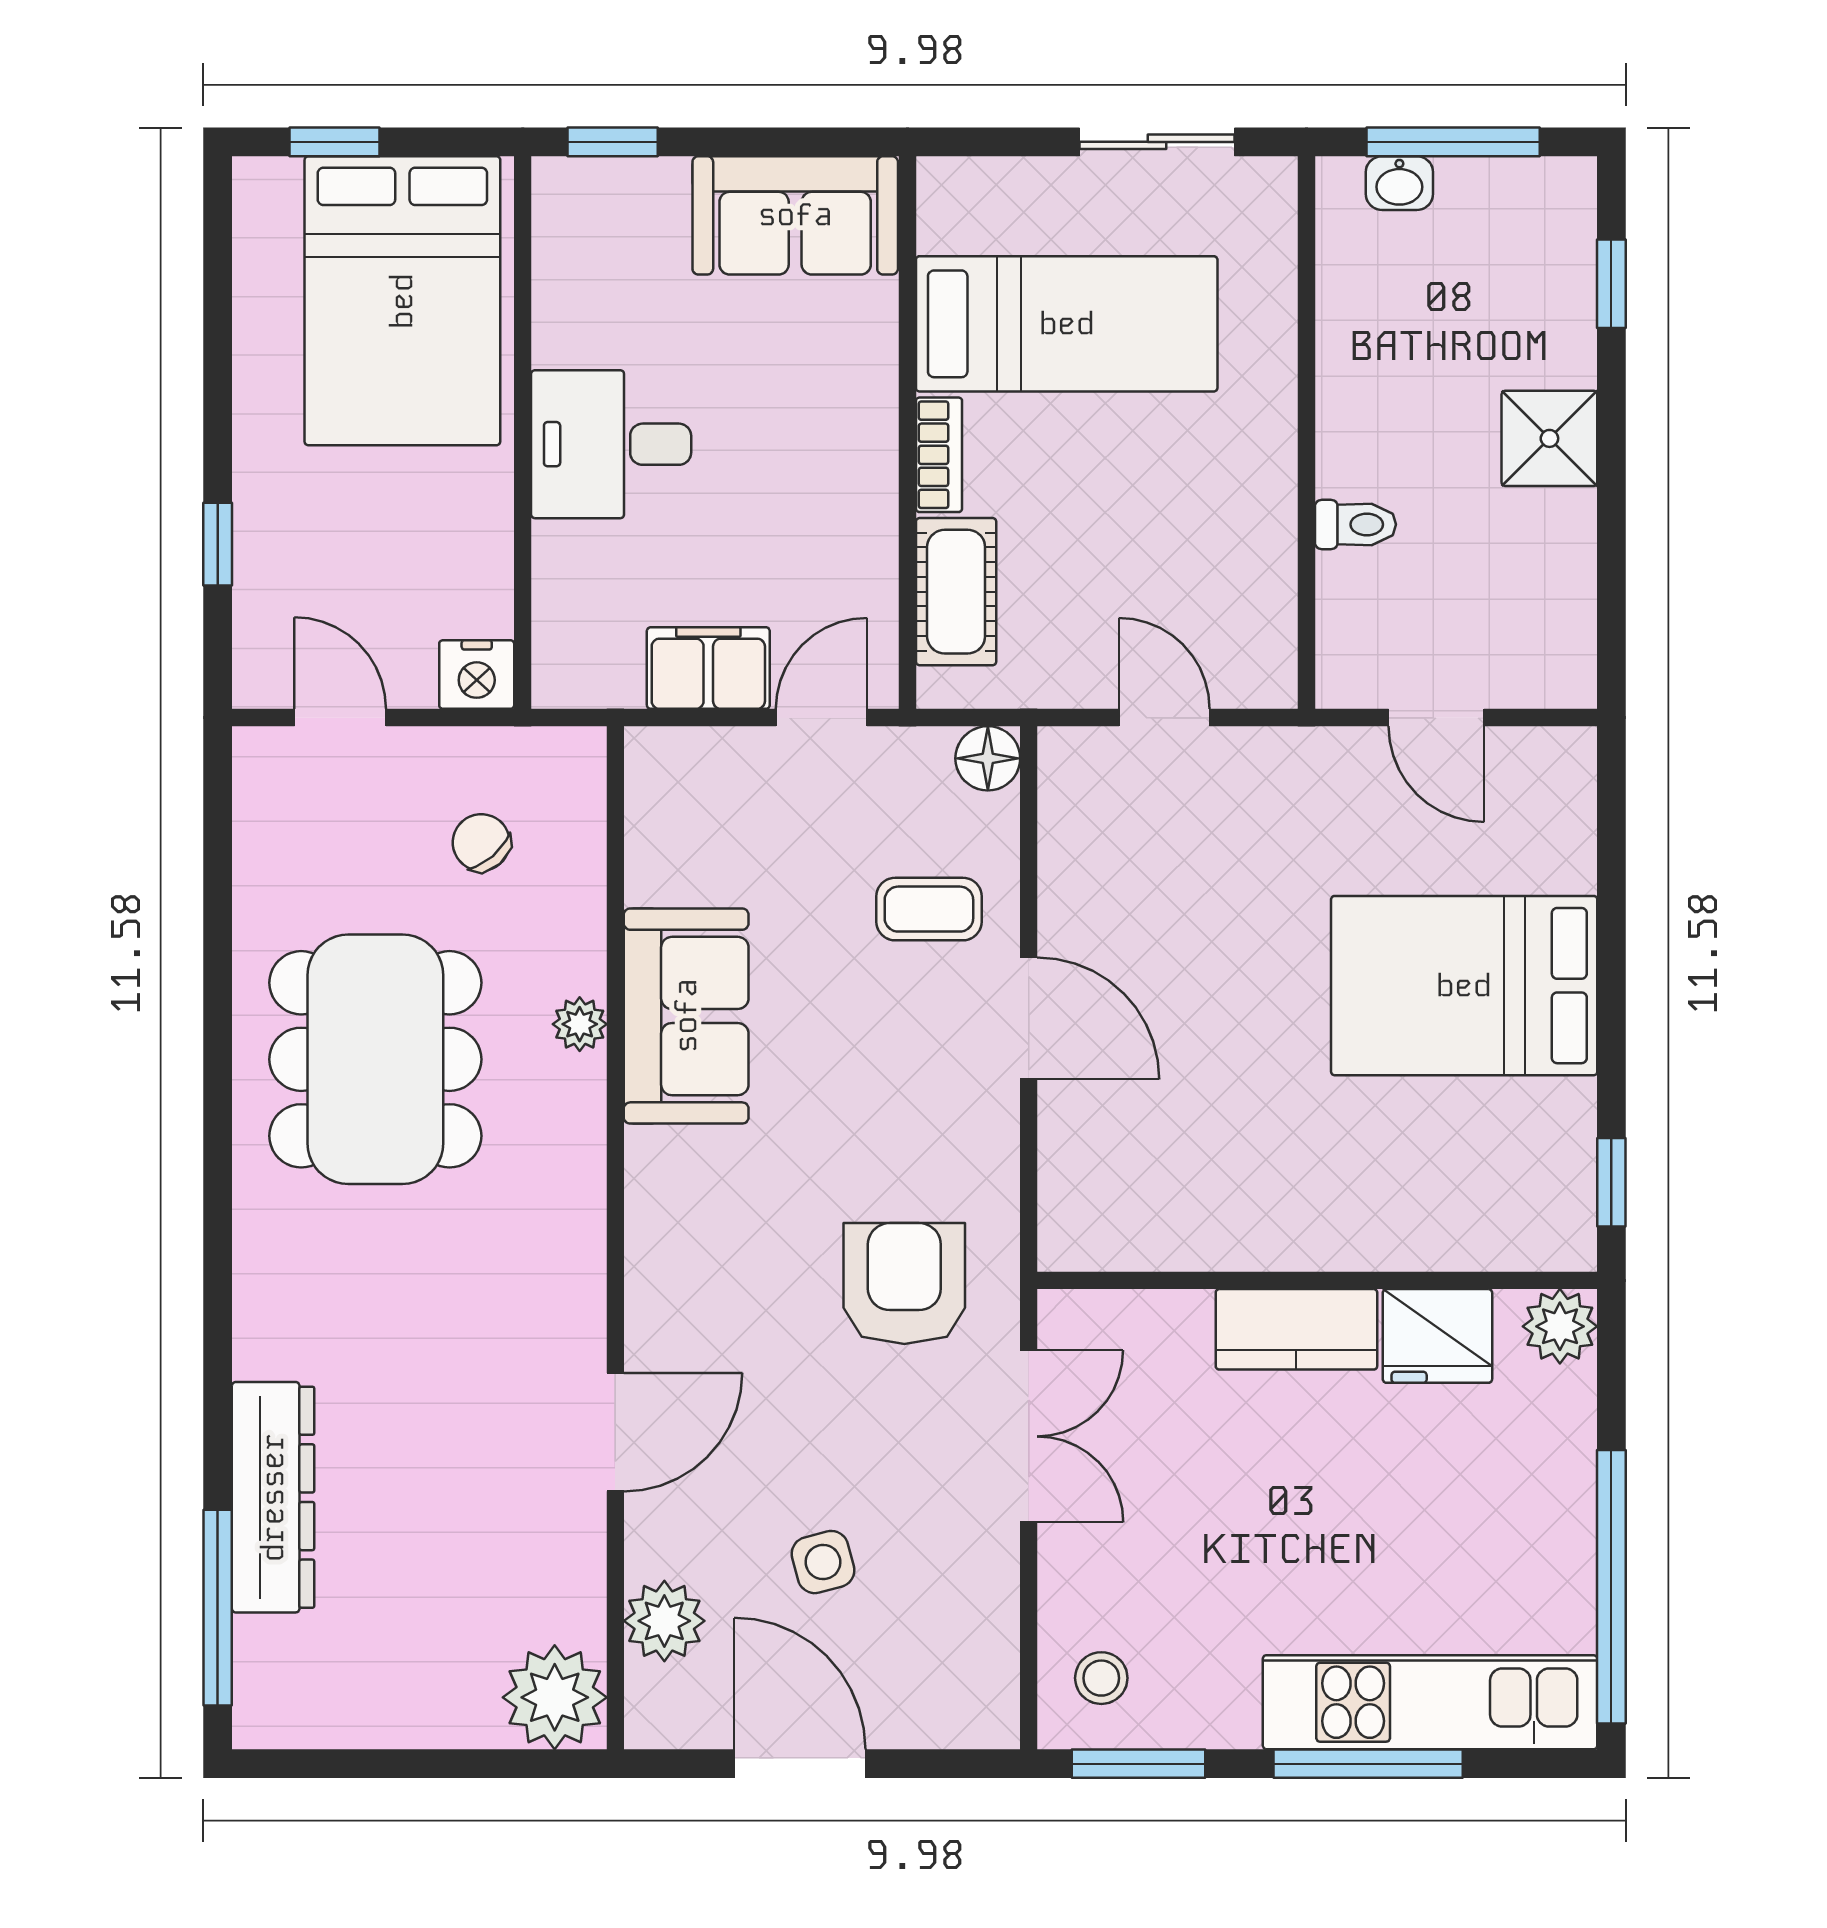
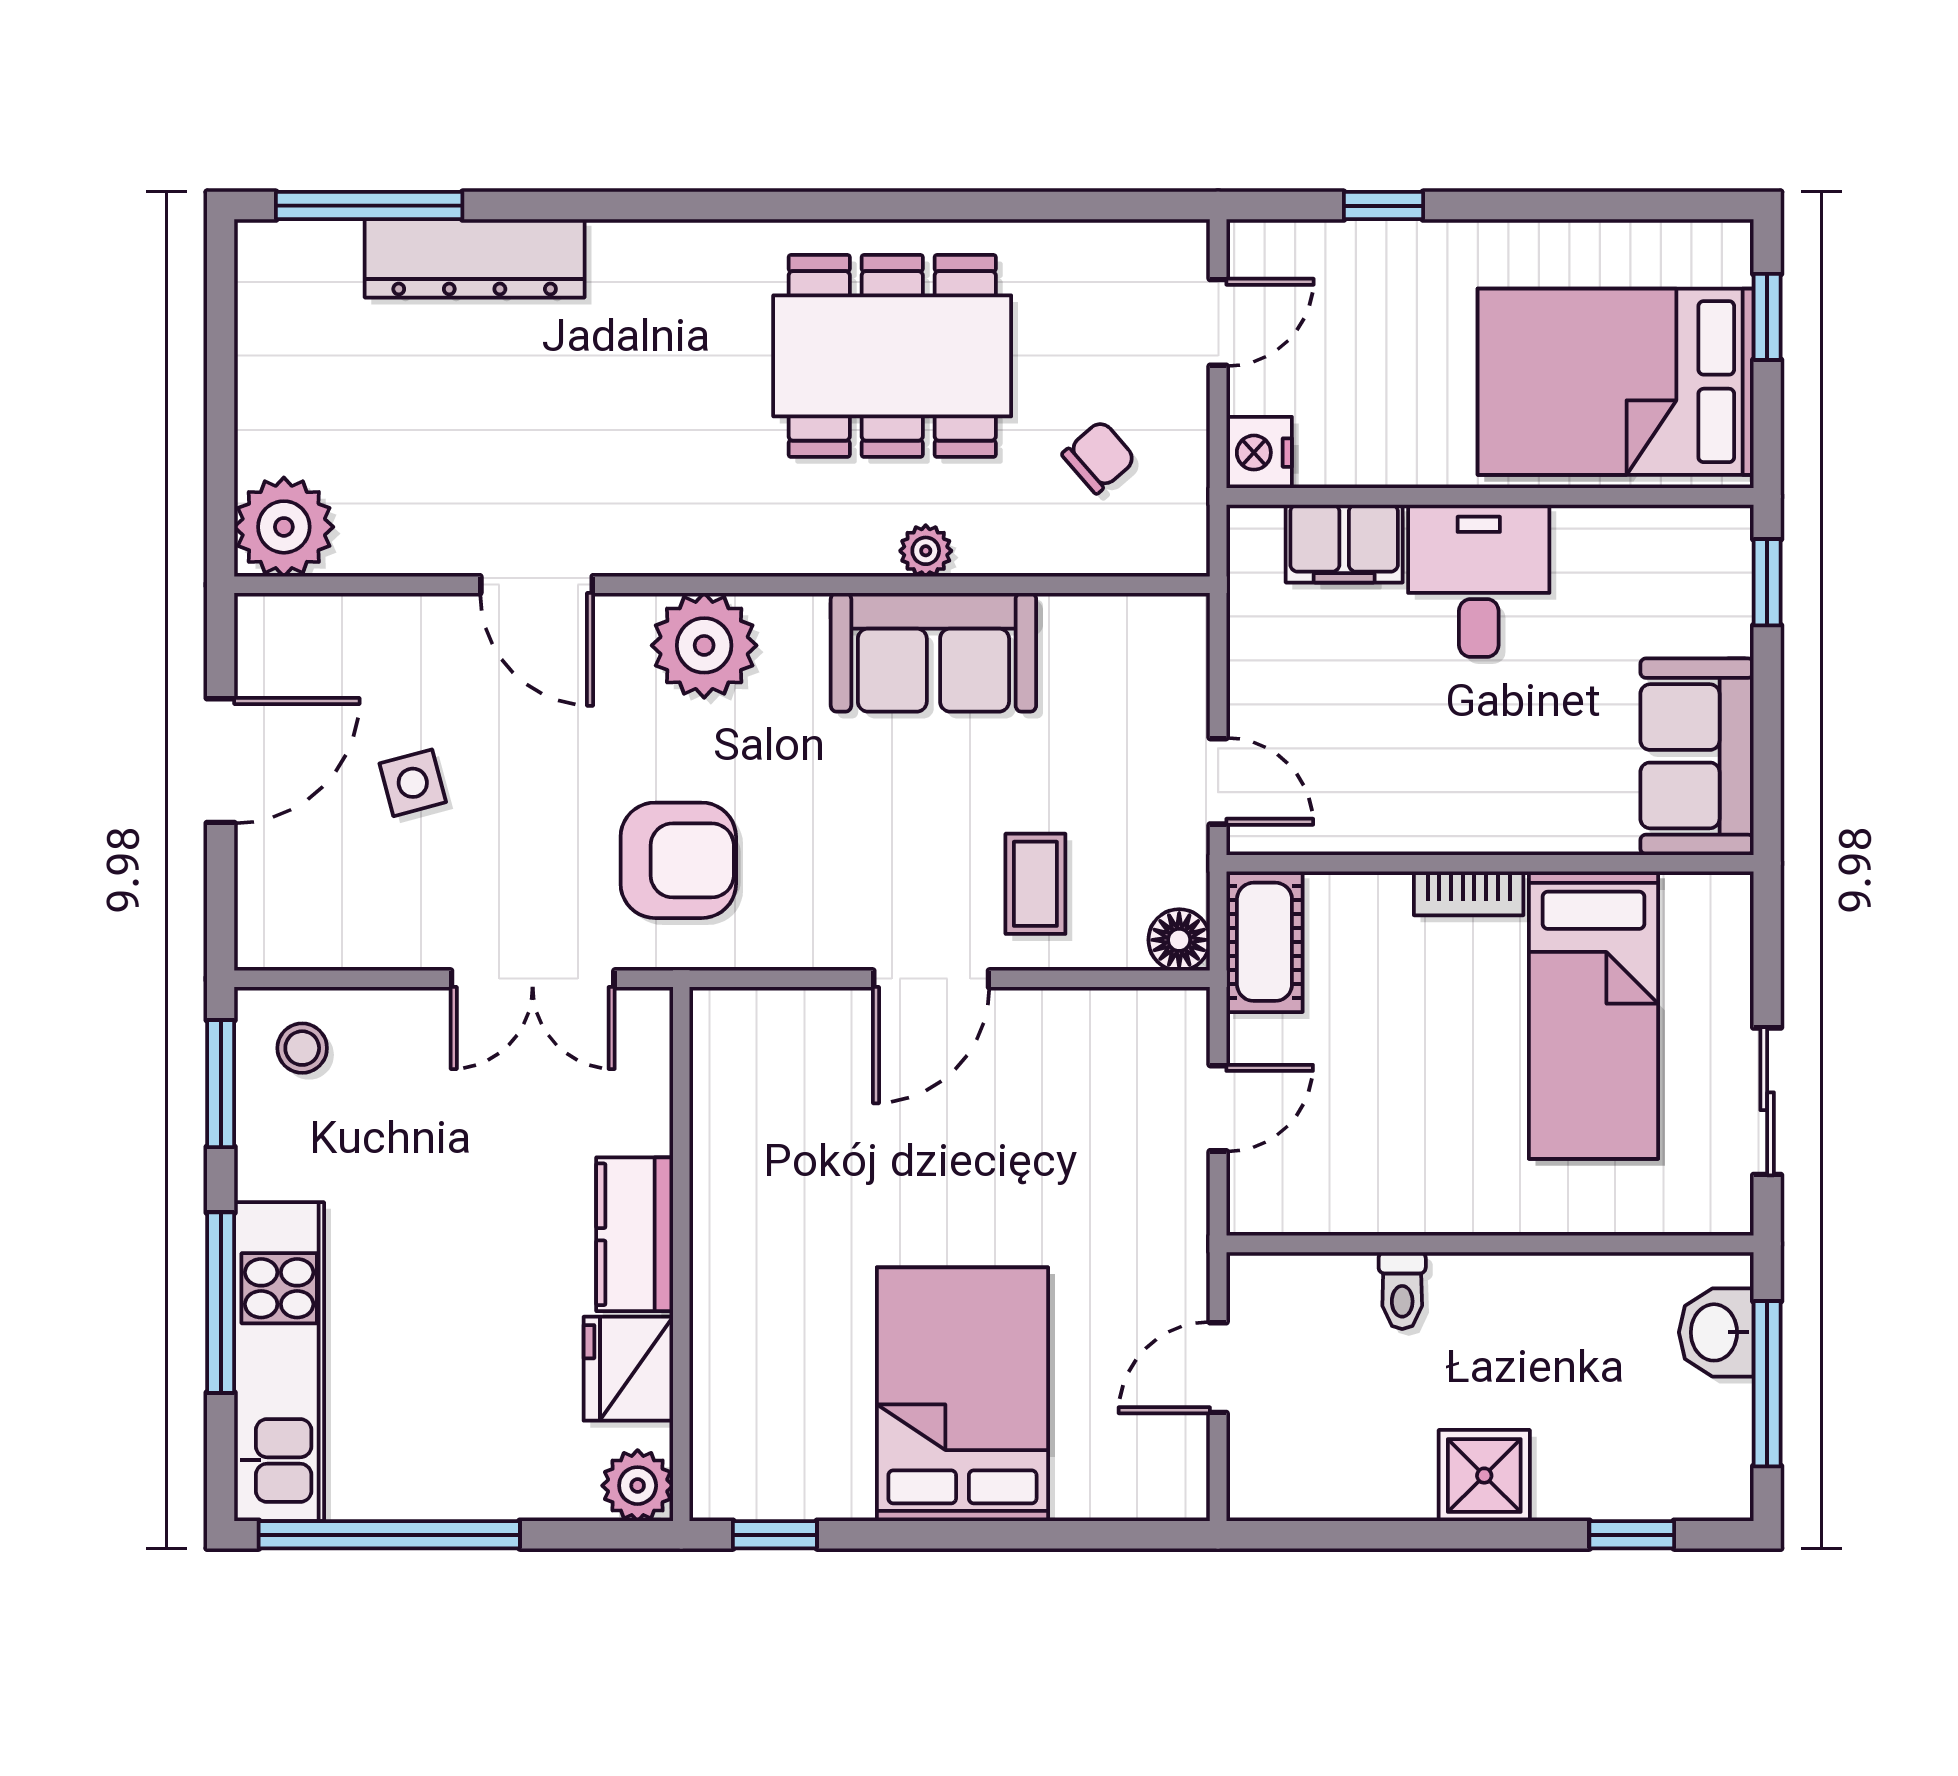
washbasin: (1399, 183) -> (1716, 1332), width x1.38, depth x1.45
cot: (956, 592) -> (1264, 942), moved, turned 90
filing cabinet: (708, 668) -> (1344, 544), moved, turned 90
plant: (664, 1621) -> (704, 645), moved, width x1.36, depth x1.36

